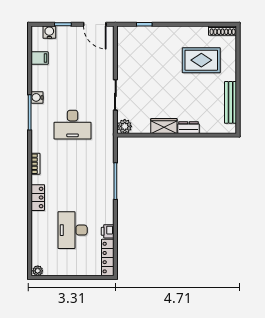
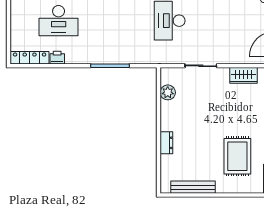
plant: (125, 126) -> (168, 92), moved
wardrobe: (164, 126) -> (244, 75), moved, turned 90
desk: (73, 230) -> (59, 21), turned 180

